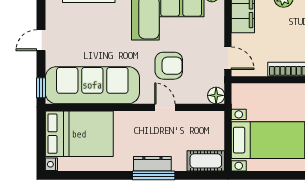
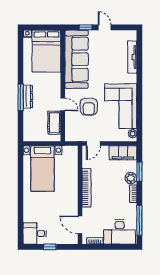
window: (41, 88) -> (86, 27), moved
floor lamp: (216, 95) -> (70, 136), removed
door: (165, 107) -> (63, 104), hinge flipped
cot: (206, 161) -> (54, 123), moved

